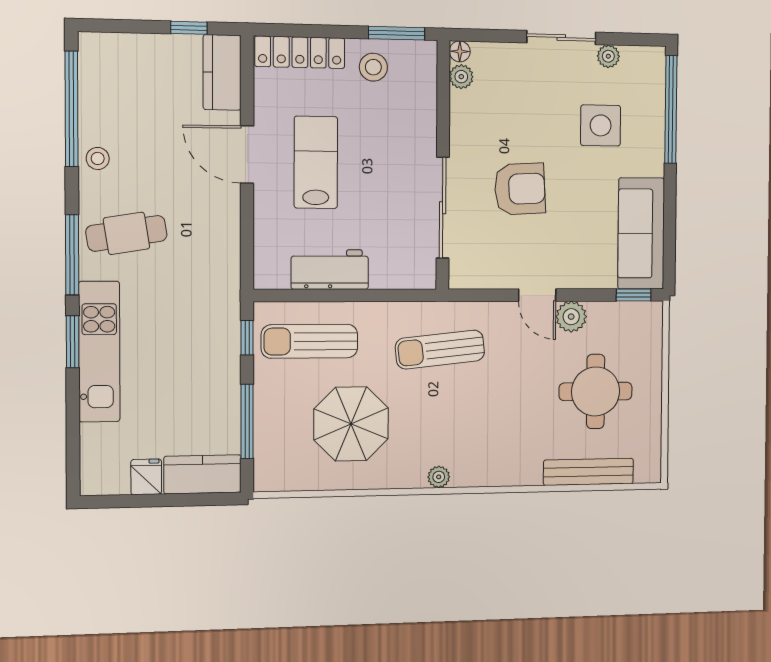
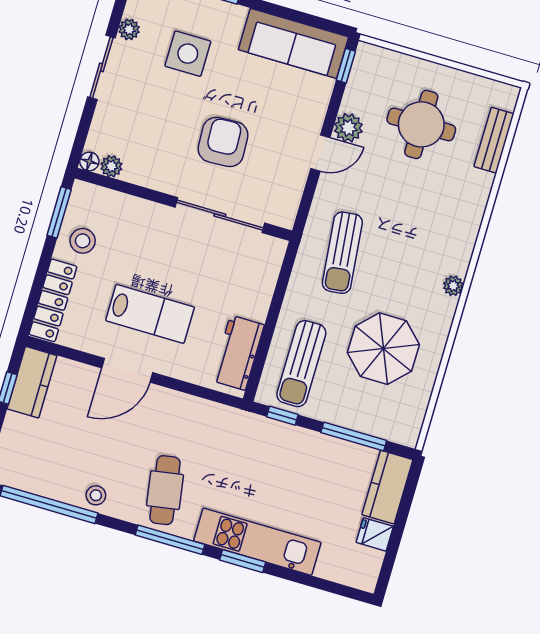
kitchen counter: (222, 72) -> (32, 382), moved, turned -90
lab bench: (316, 162) -> (150, 314), turned 180
workbench: (330, 270) -> (238, 353), moved
bench: (589, 472) -> (494, 140), width x0.73

